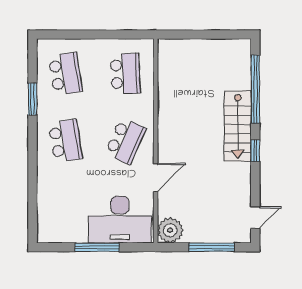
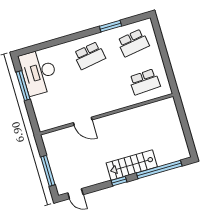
school desk: (125, 141) -> (101, 95), removed
desk: (120, 220) -> (39, 72), moved
plant: (170, 230) -> (51, 141), removed
window: (97, 247) -> (23, 86), moved

